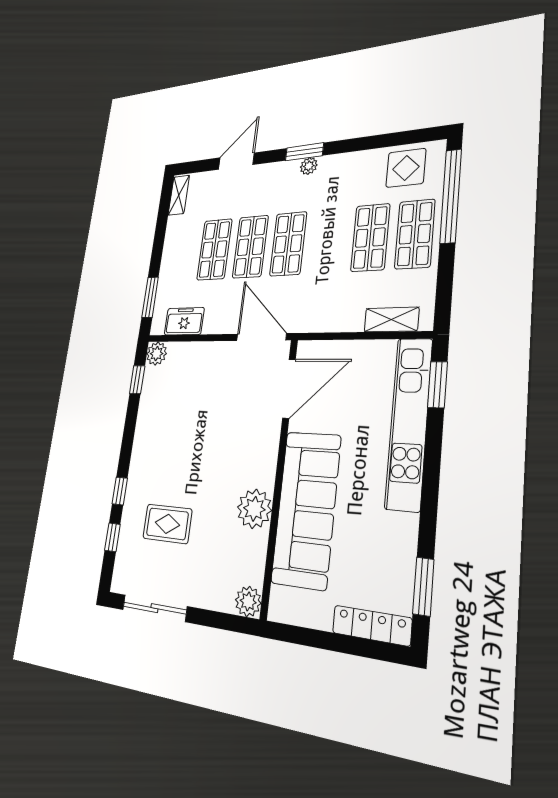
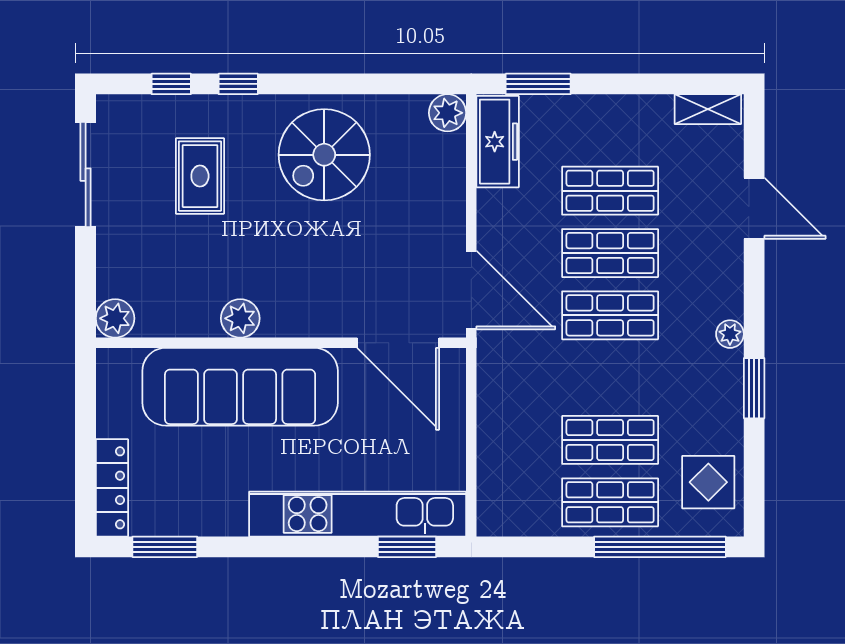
window: (304, 152) -> (754, 388), moved
shelving: (391, 320) -> (493, 480), removed
freezer: (184, 321) -> (498, 142), width x1.40
door: (261, 337) -> (471, 290), hinge flipped
window: (137, 380) -> (407, 84), removed
spiral stairs: (168, 436) -> (324, 155), added
plant: (254, 509) -> (240, 318), width x0.73, depth x0.73

